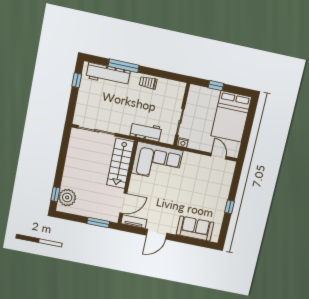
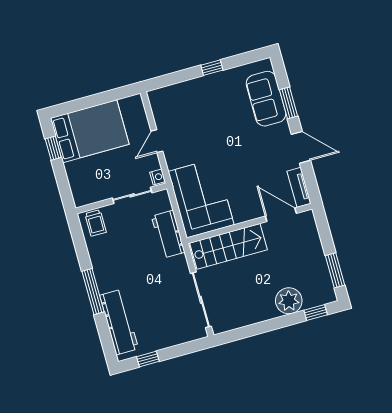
window: (124, 66) -> (93, 292), moved
trolley: (148, 83) -> (96, 223), moved
window: (216, 86) -> (53, 148), moved
door: (219, 156) -> (157, 141), moved
plant: (67, 197) -> (289, 301), moved
window: (98, 223) -> (335, 270), moved
window: (186, 240) -> (289, 103), added

